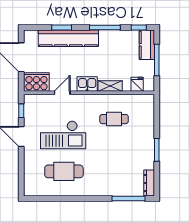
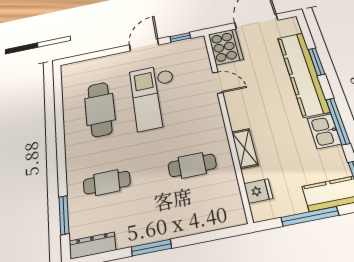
kitchen sink: (87, 84) -> (324, 131), moved, turned 180
cafe table: (114, 119) -> (192, 165), turned 90
cafe table: (114, 171) -> (107, 183), added
window: (128, 199) -> (64, 215), width x0.69

